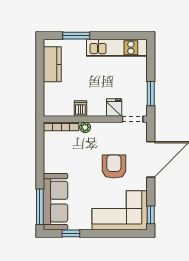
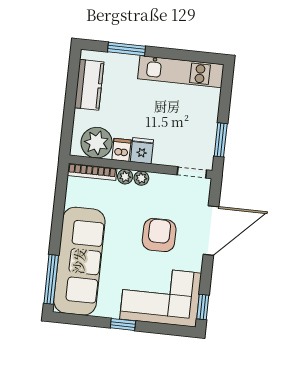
plant: (62, 105) -> (97, 143), added
fridge: (114, 107) -> (142, 151), moved
plant: (97, 127) -> (141, 178), added
sofa: (55, 202) -> (79, 261), width x1.36, depth x1.27
window: (71, 233) -> (123, 324), moved

